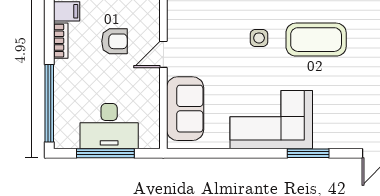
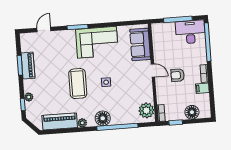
coffee table: (316, 40) -> (78, 84), turned 90
door: (163, 54) -> (153, 70), hinge flipped
desk: (109, 126) -> (190, 32), moved

